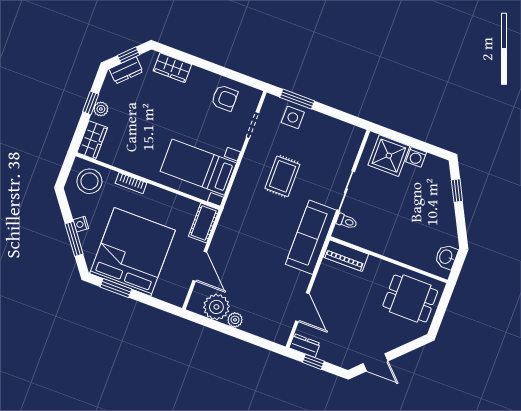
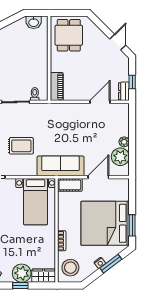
plant: (101, 109) -> (22, 273), width x1.87, depth x1.87
sofa: (311, 237) -> (61, 166), moved, turned 180

